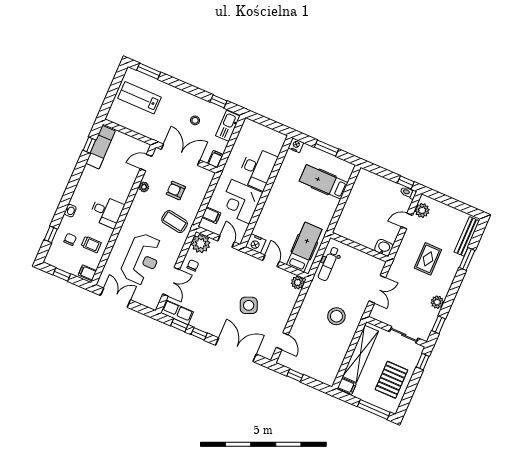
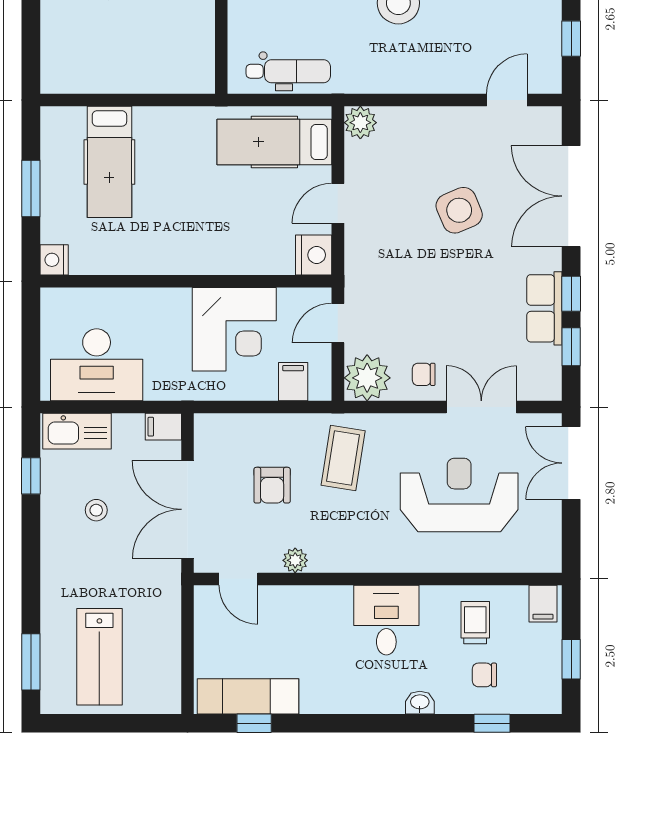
desk: (257, 169) -> (97, 365), moved, turned 180
double door: (116, 298) -> (571, 463), moved
row of seats: (177, 312) -> (544, 308), moved

